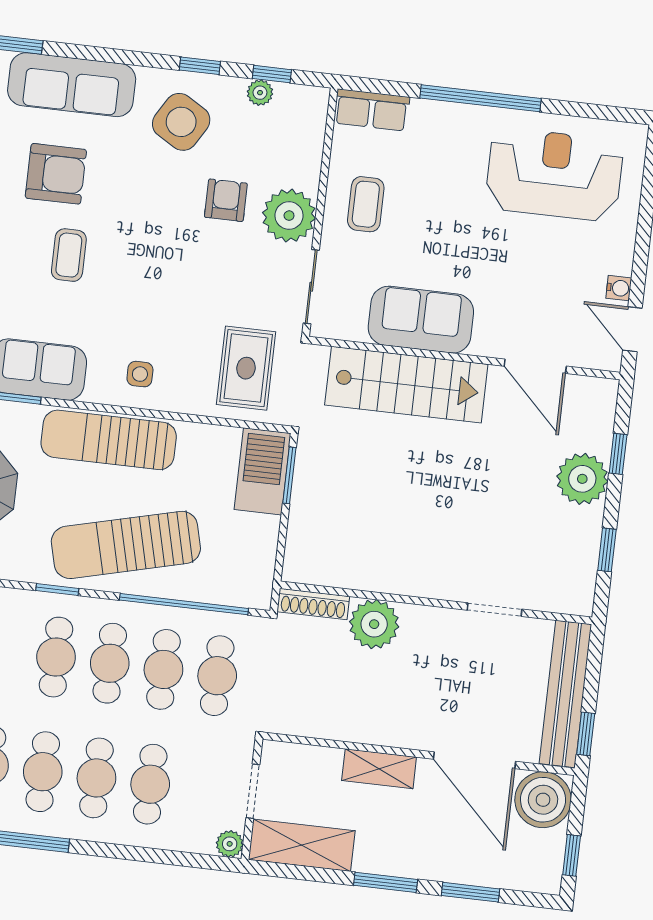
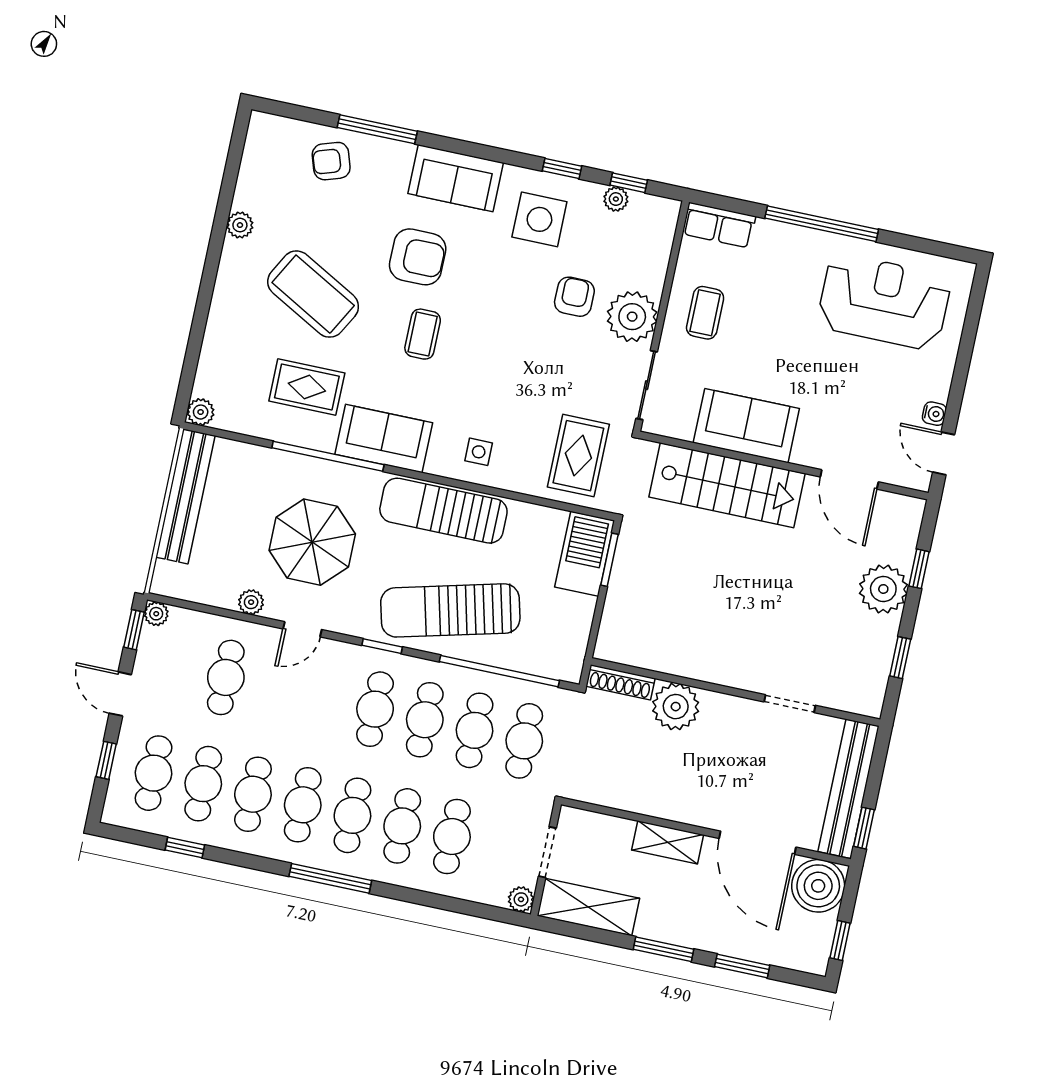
sofa: (72, 85) -> (456, 178), width x0.73
side table: (181, 122) -> (539, 219), turned -31

